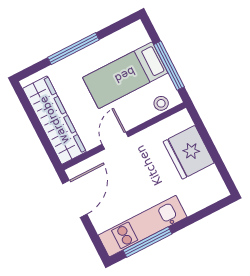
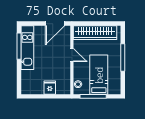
fridge: (189, 152) -> (50, 88), width x0.53, depth x0.75
door: (75, 199) -> (55, 23), hinge flipped

